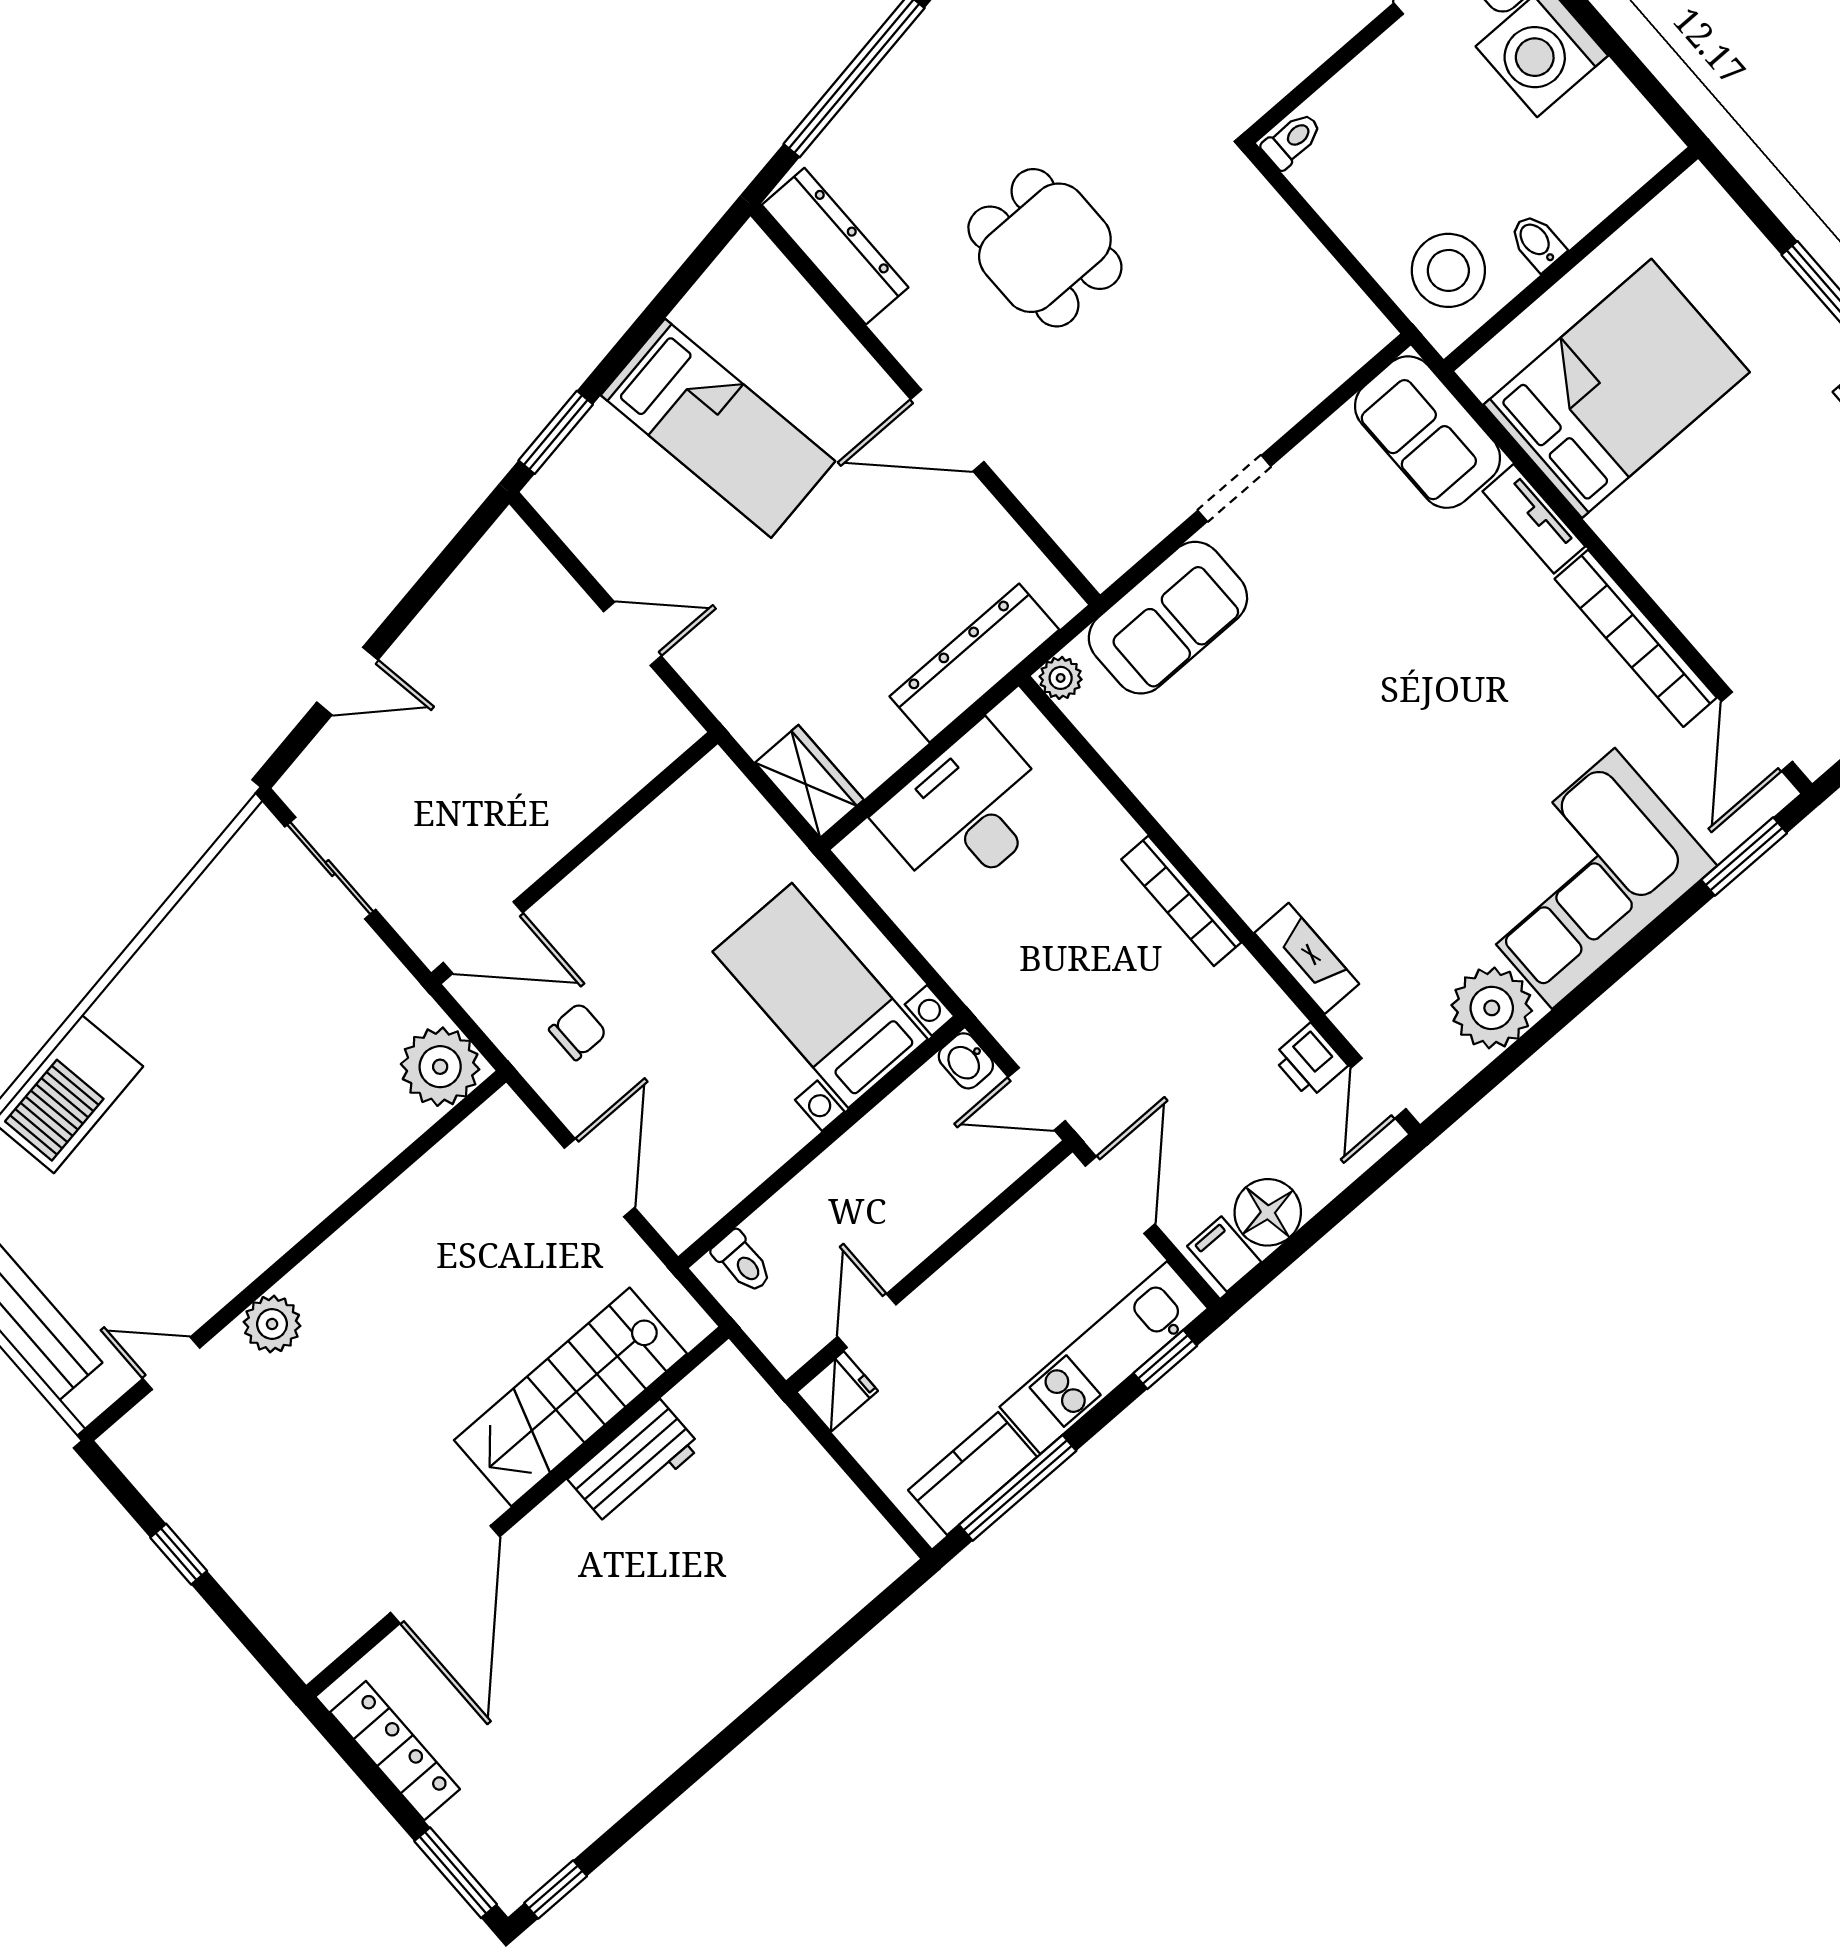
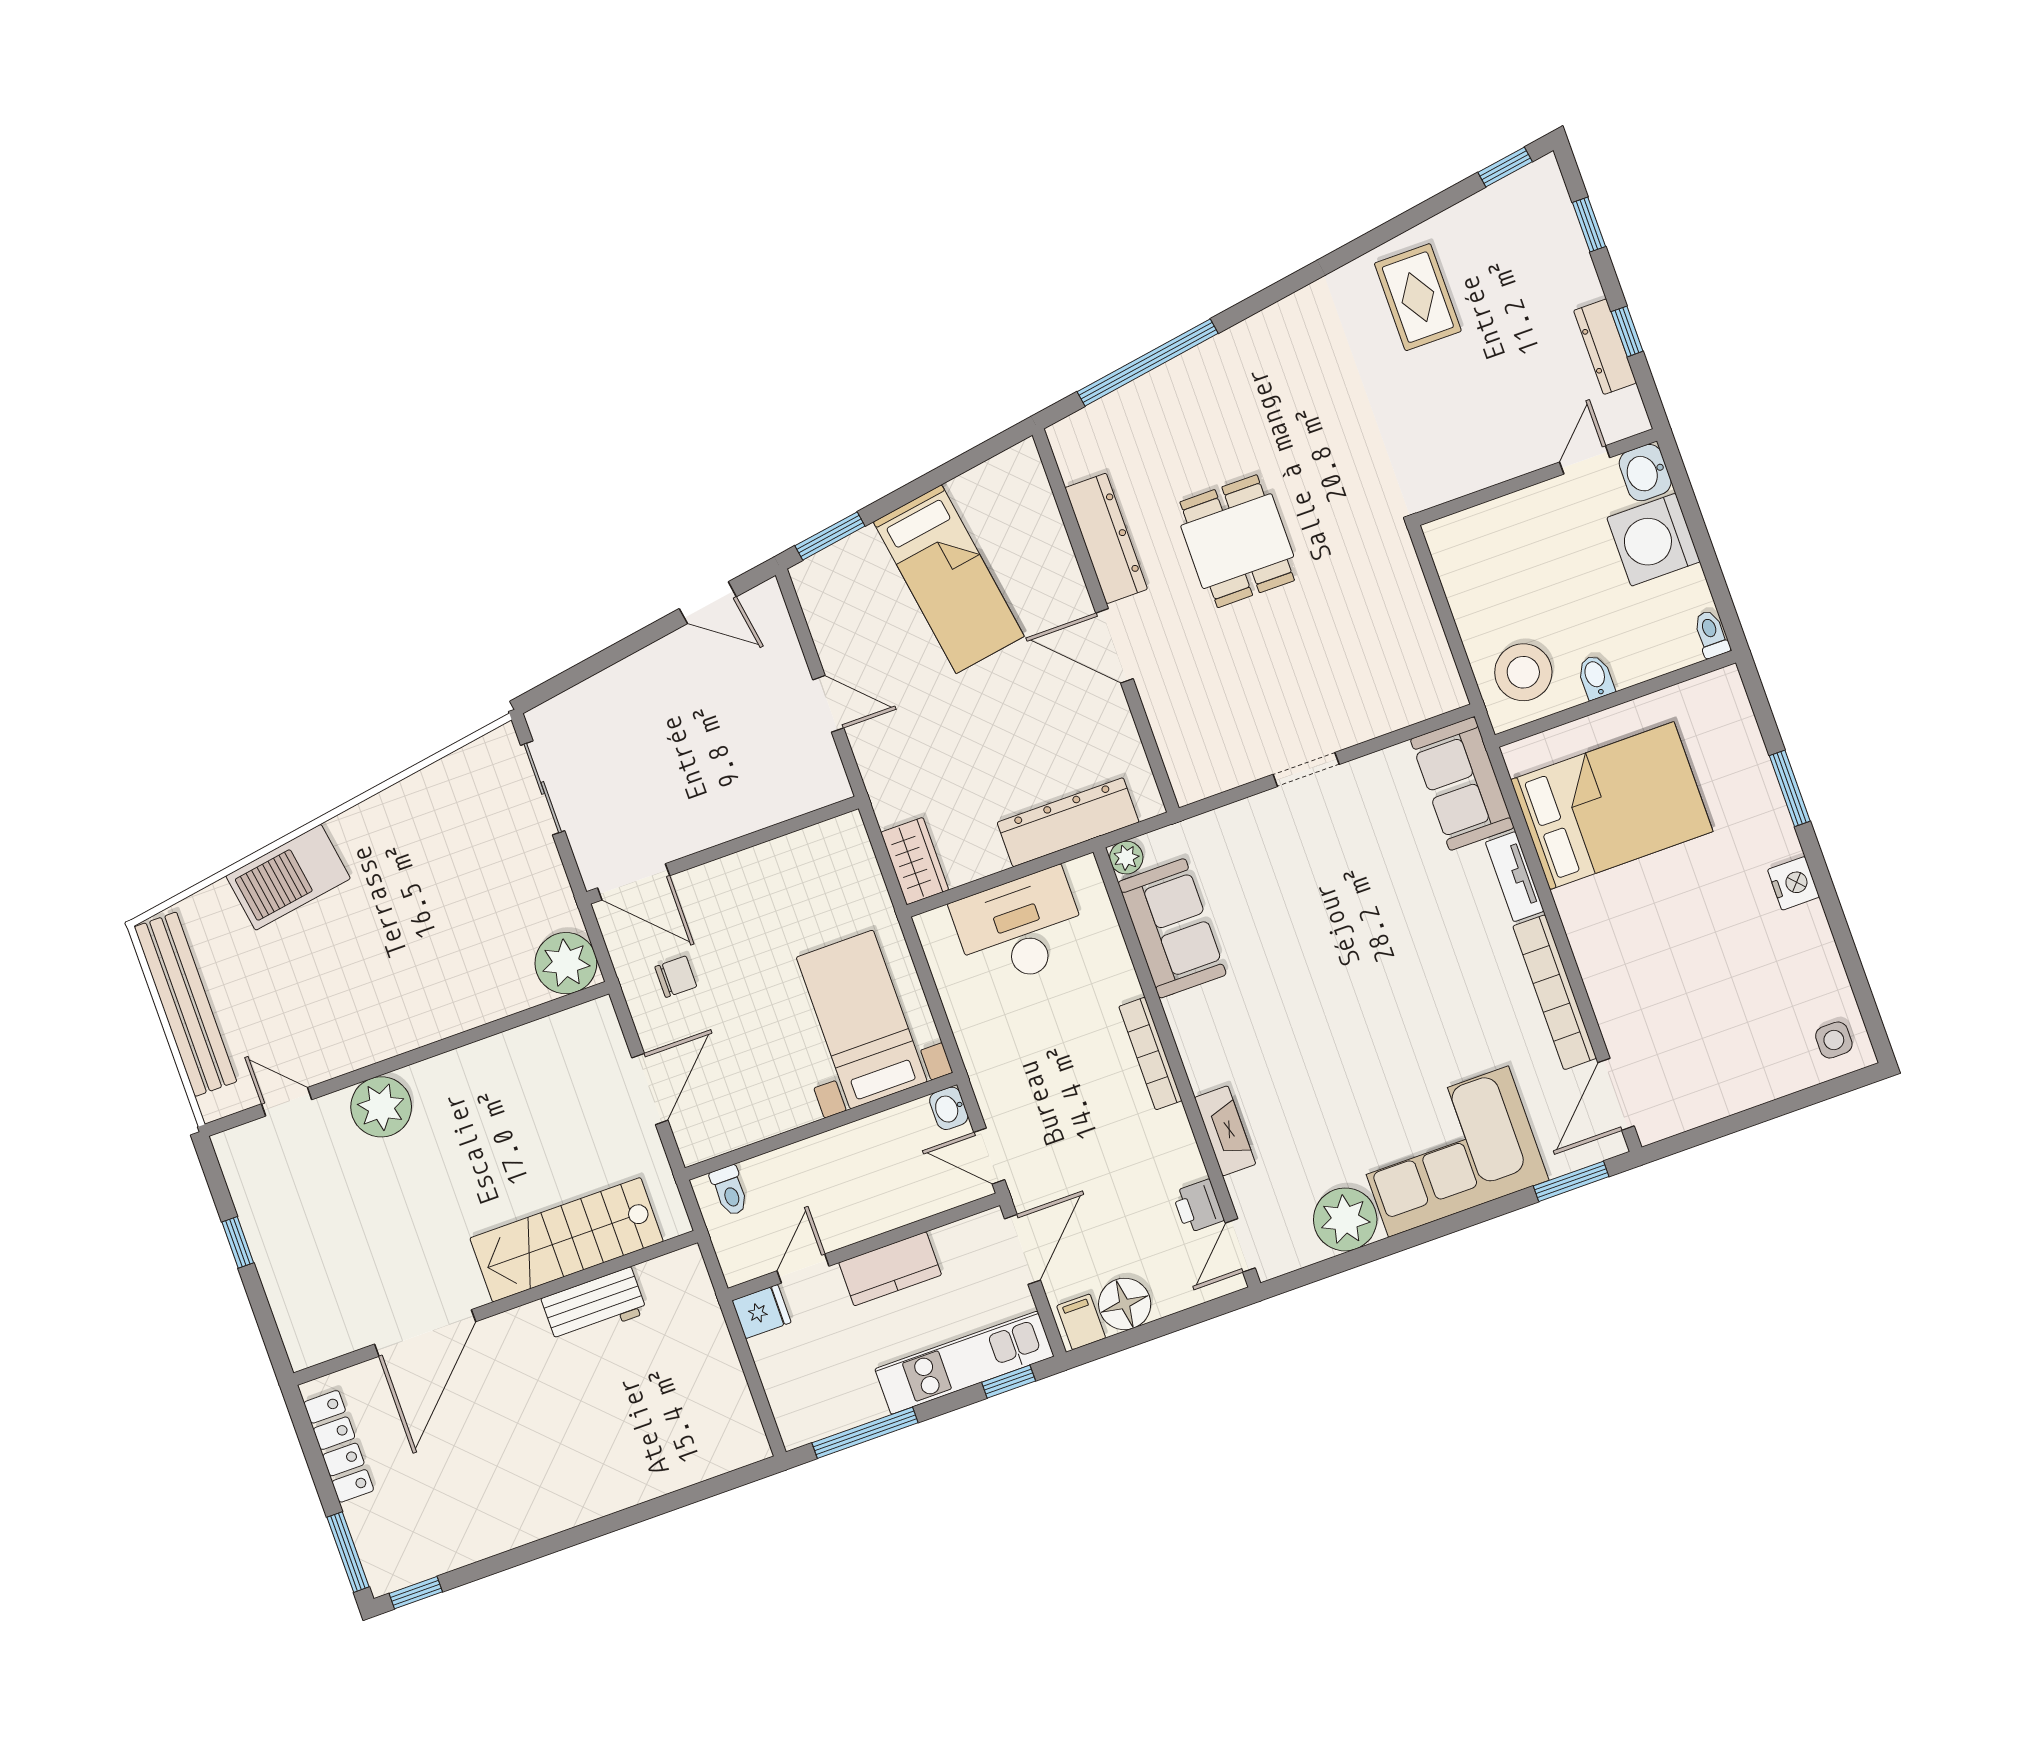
toilet: (1292, 140) -> (1711, 634), moved, turned -90
dresser: (835, 246) -> (1106, 538), moved
sofa: (1168, 618) -> (1172, 928), moved, turned -90
door: (347, 681) -> (708, 603), moved
plant: (272, 1324) -> (381, 1107), width x1.36, depth x1.36
kitchen counter: (973, 1473) -> (890, 1269), moved, turned 180

